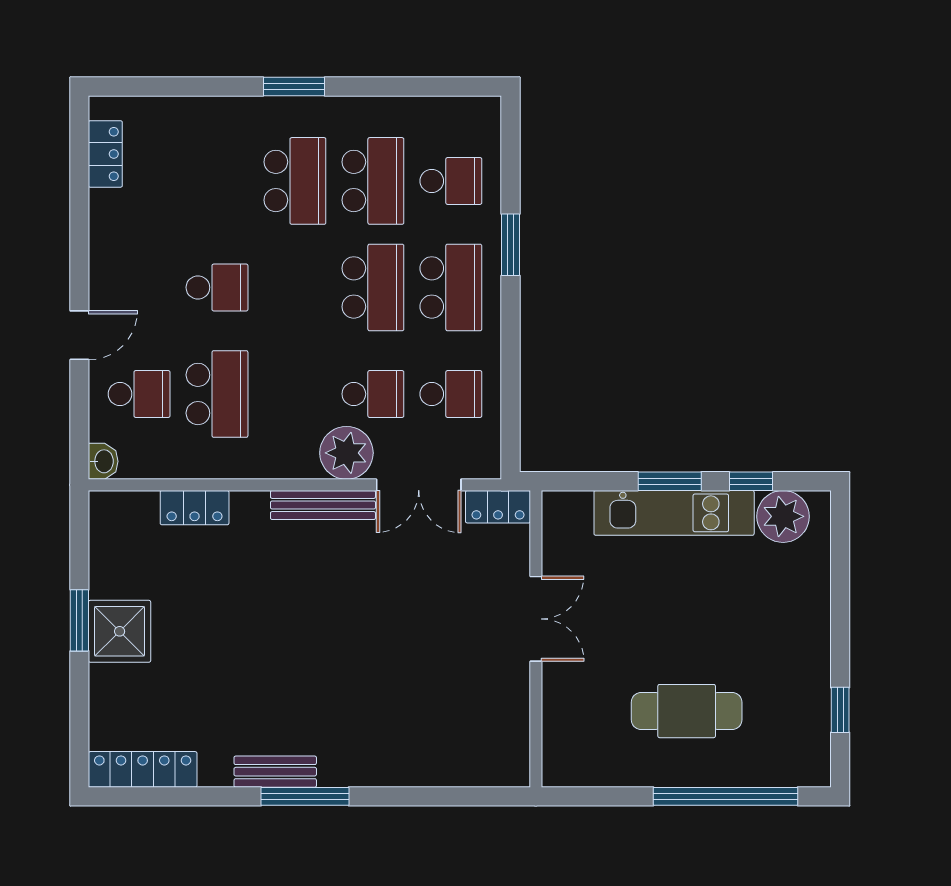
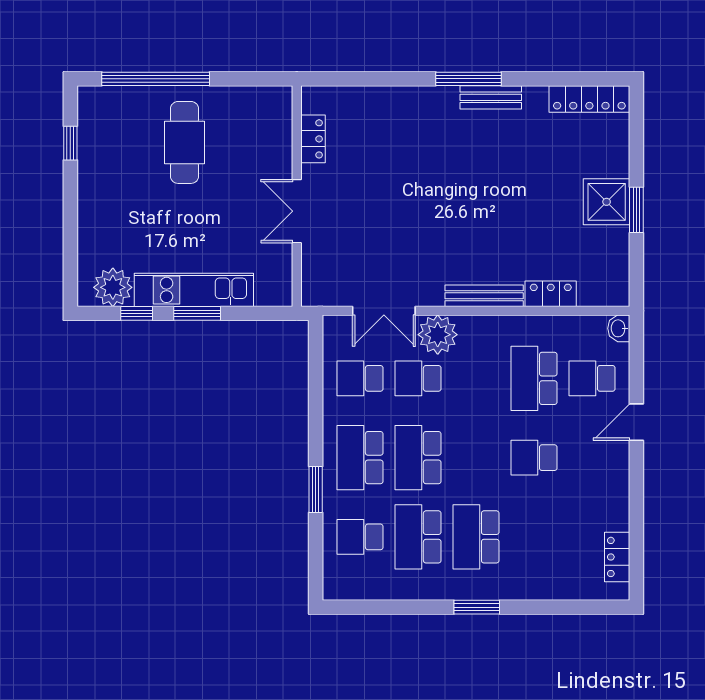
double door: (419, 485) -> (384, 311), swing flipped
bench: (323, 505) -> (484, 296), moved
locker: (498, 507) -> (313, 139), moved, turned 90
cafe table: (687, 711) -> (185, 142), turned 90

